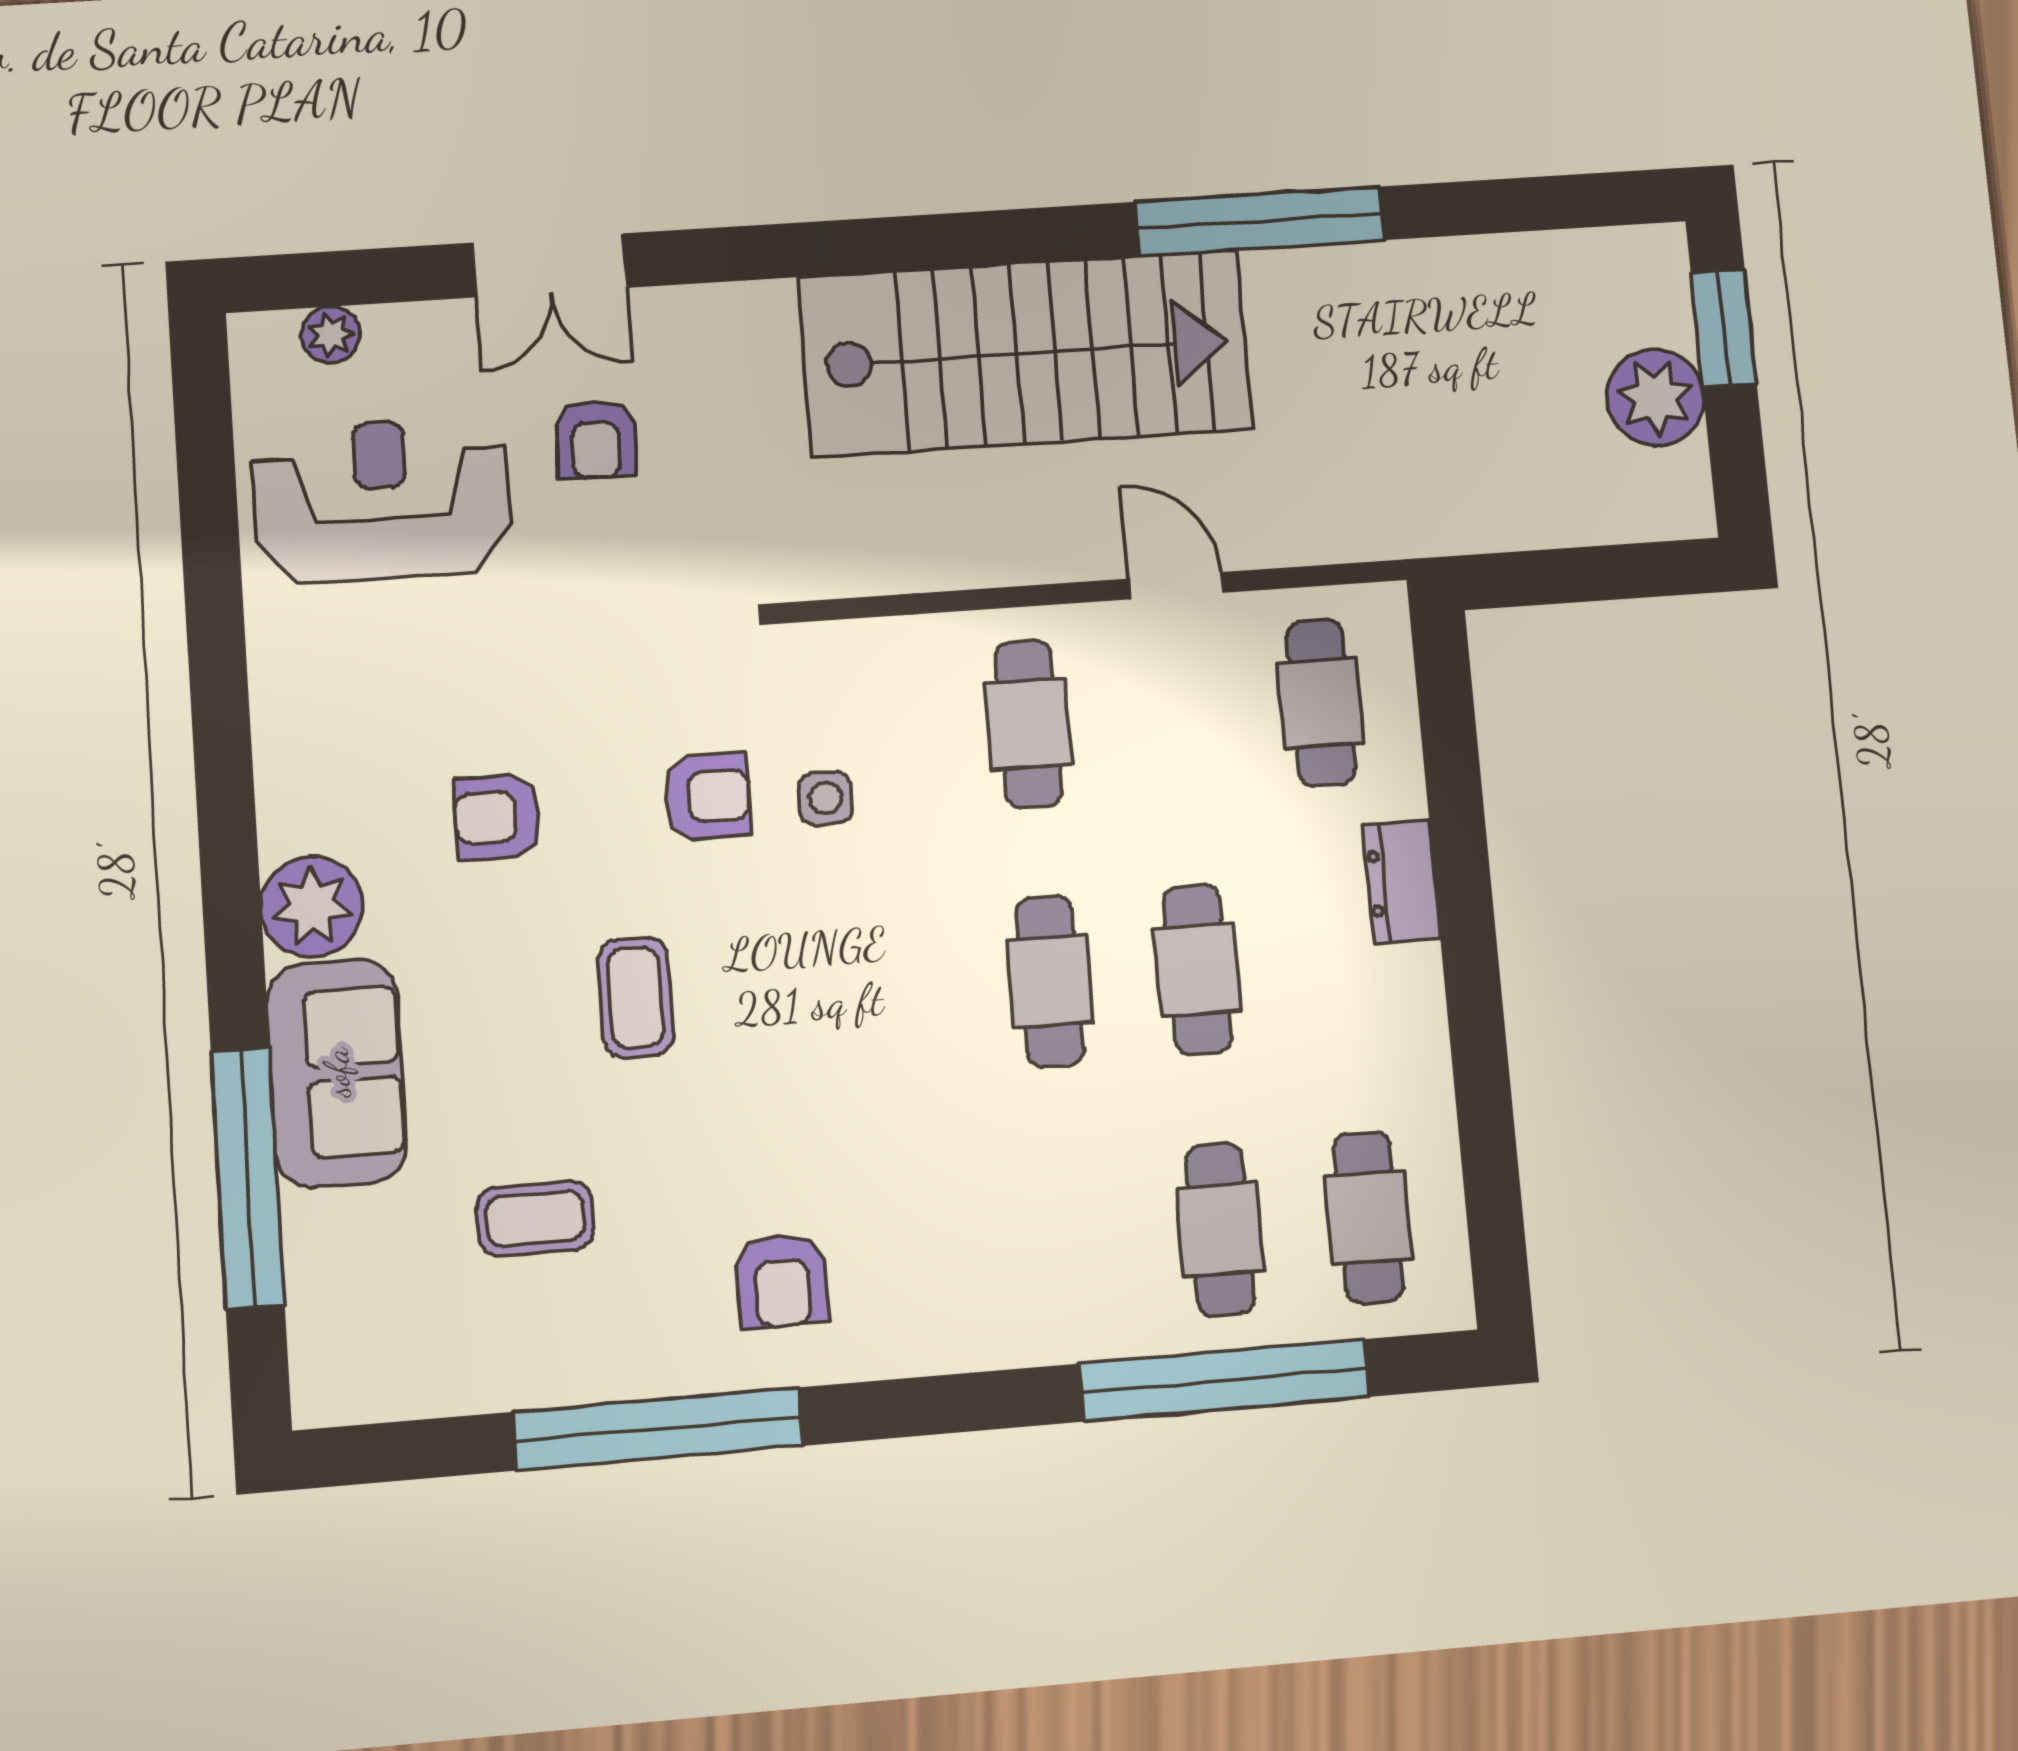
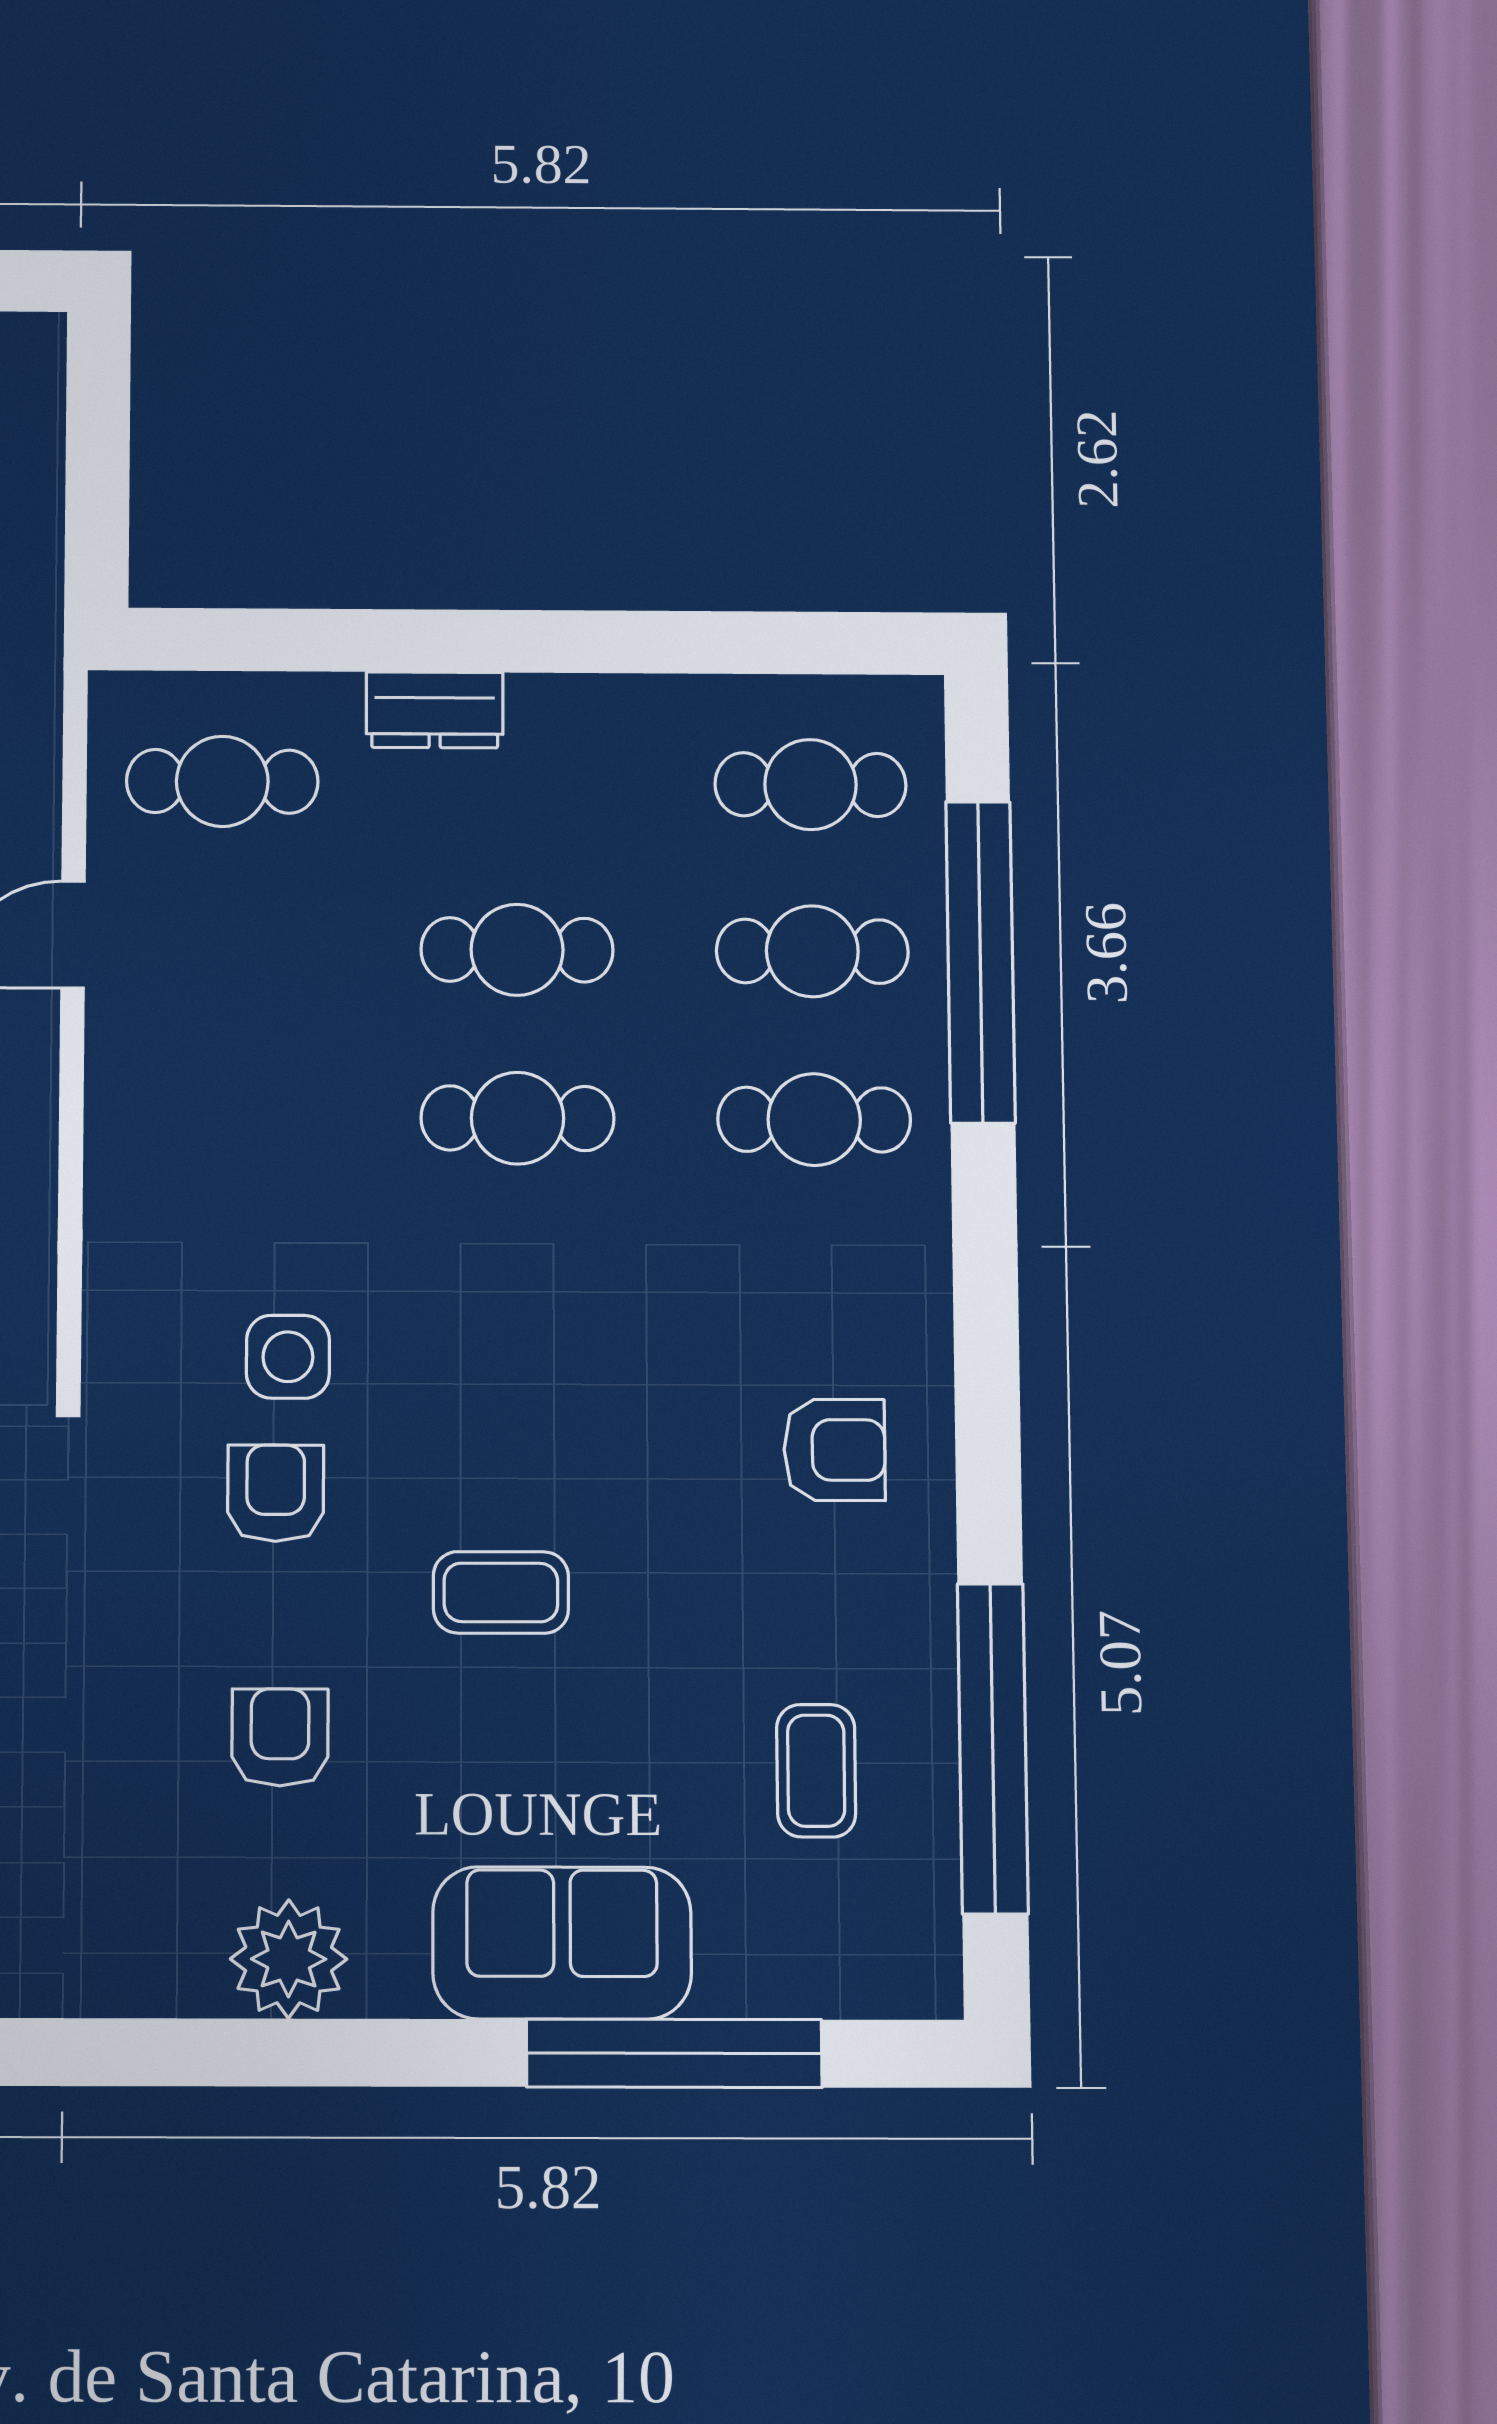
cafe table: (1029, 724) -> (814, 1120), moved
side table: (826, 798) -> (288, 1357), width x1.37, depth x1.37
armchair: (497, 817) -> (280, 1737), turned 180
plant: (312, 907) -> (289, 1959), moved
coffee table: (535, 1218) -> (816, 1771), moved
window: (658, 1429) -> (993, 1748), moved

